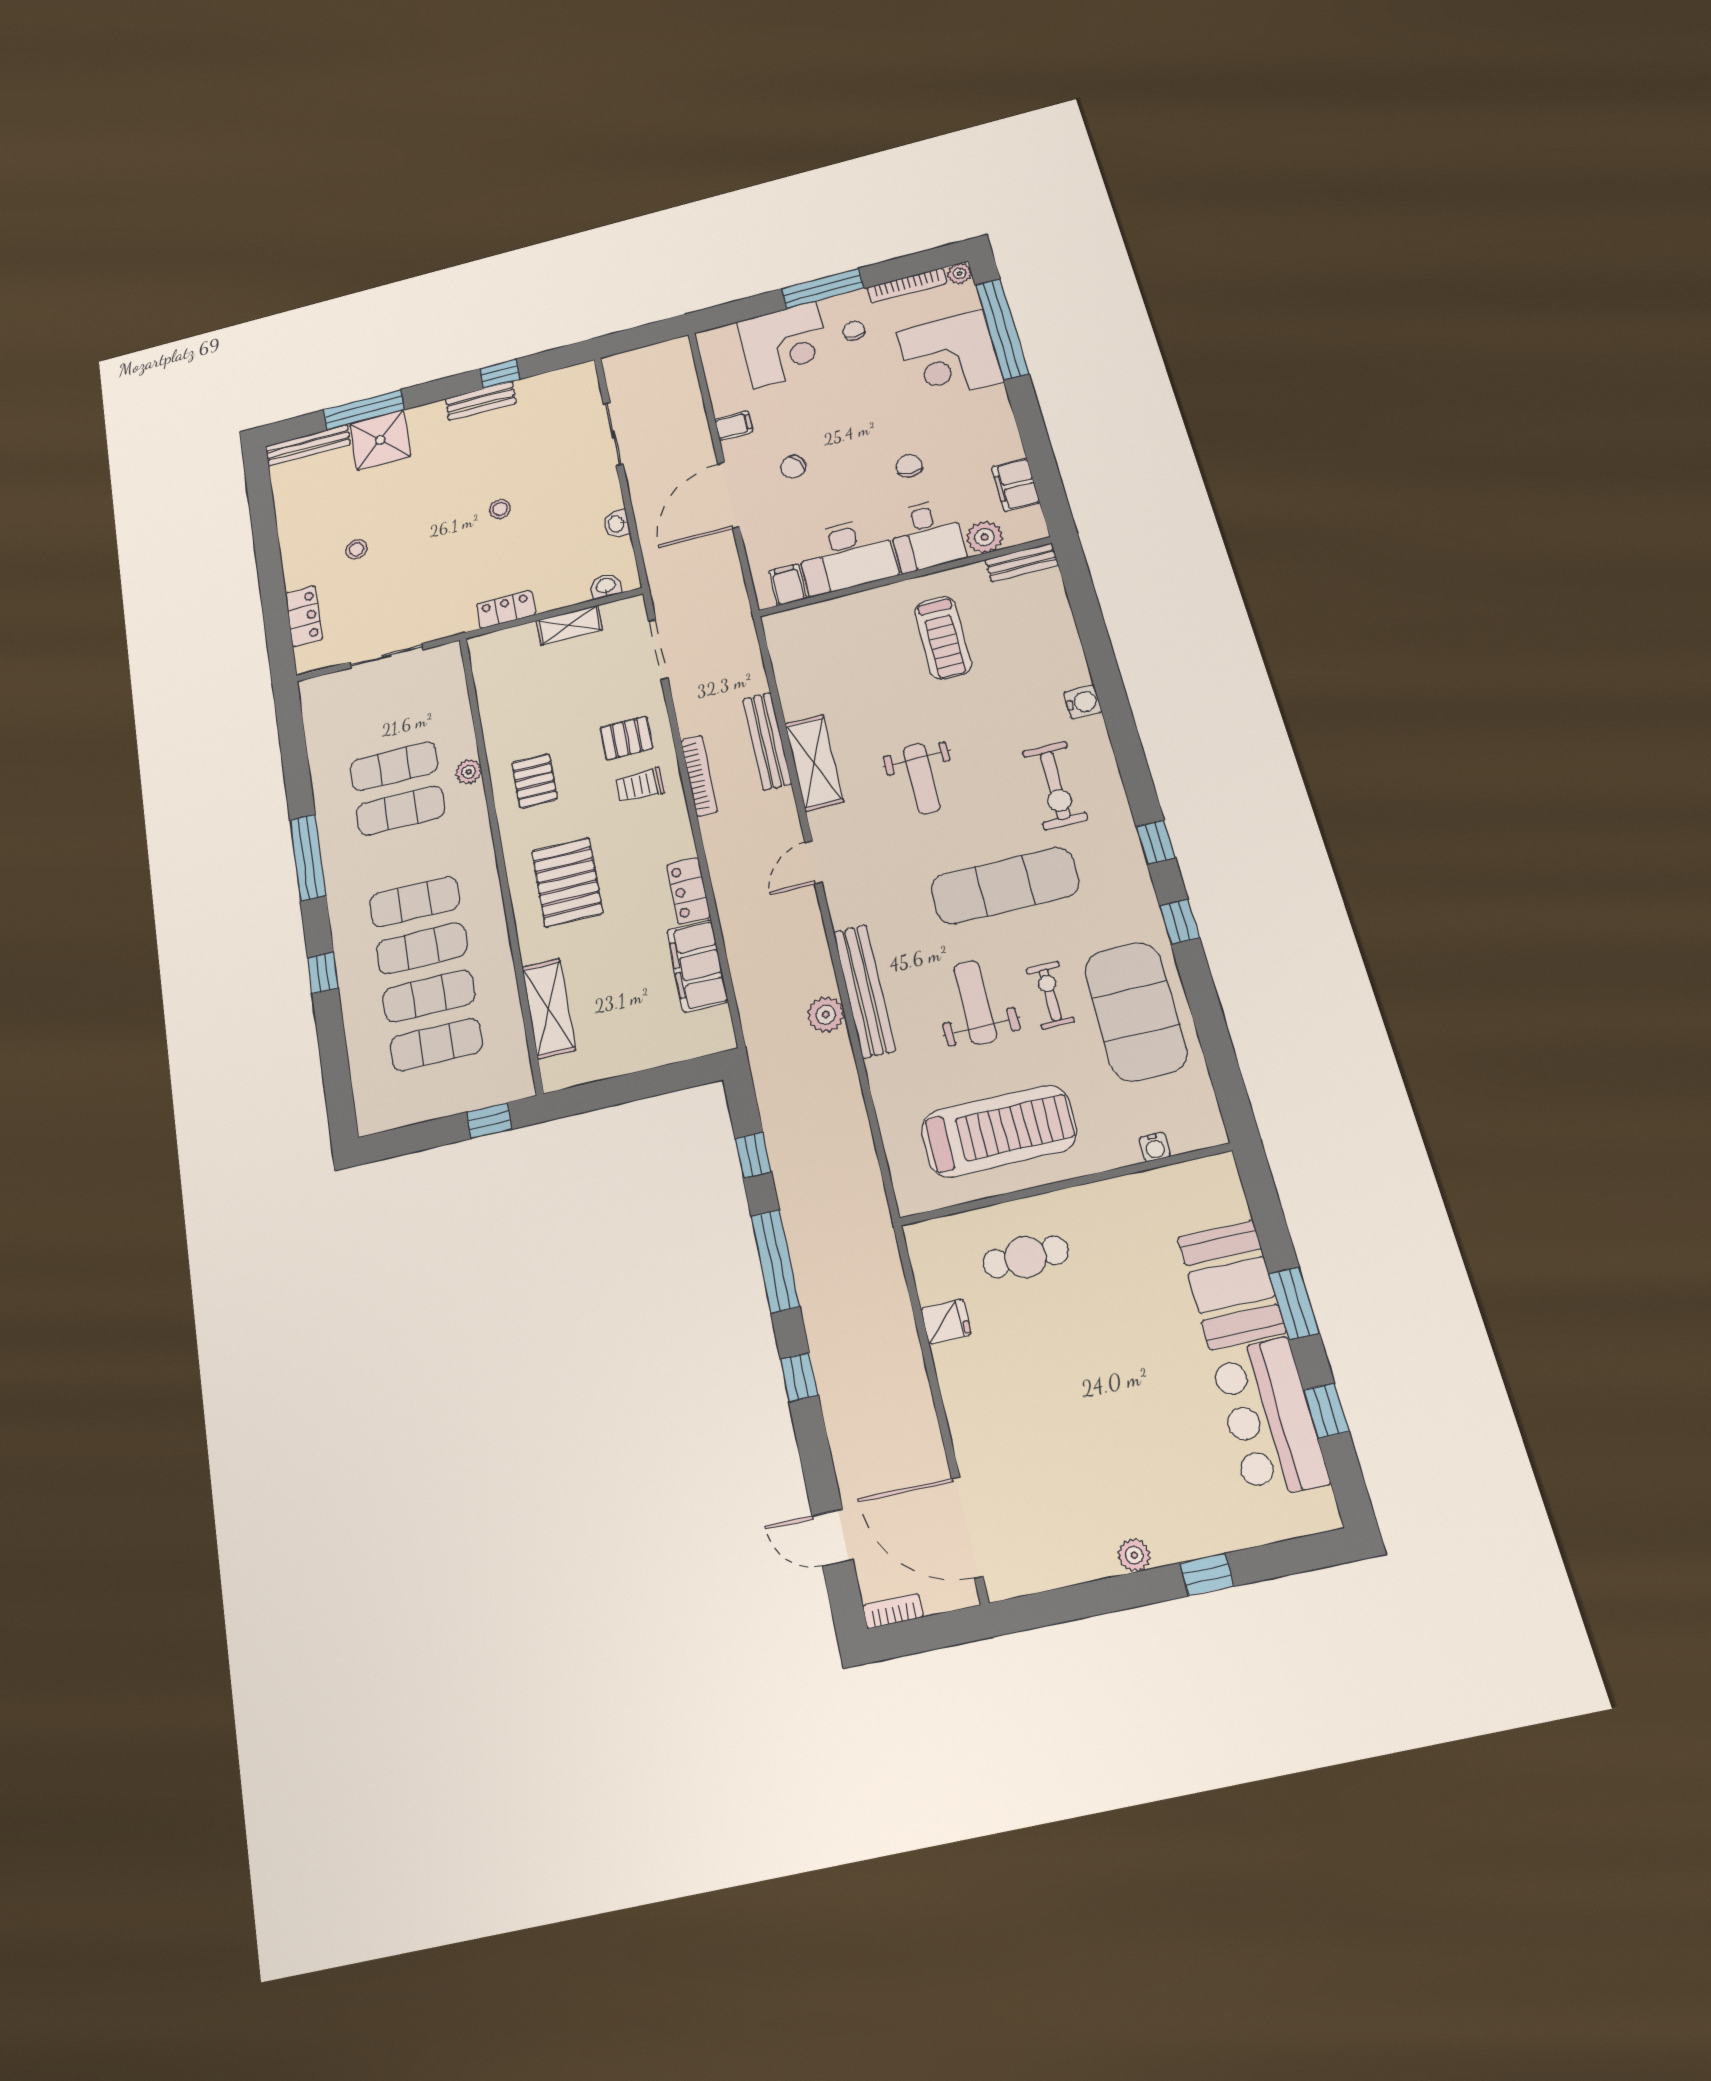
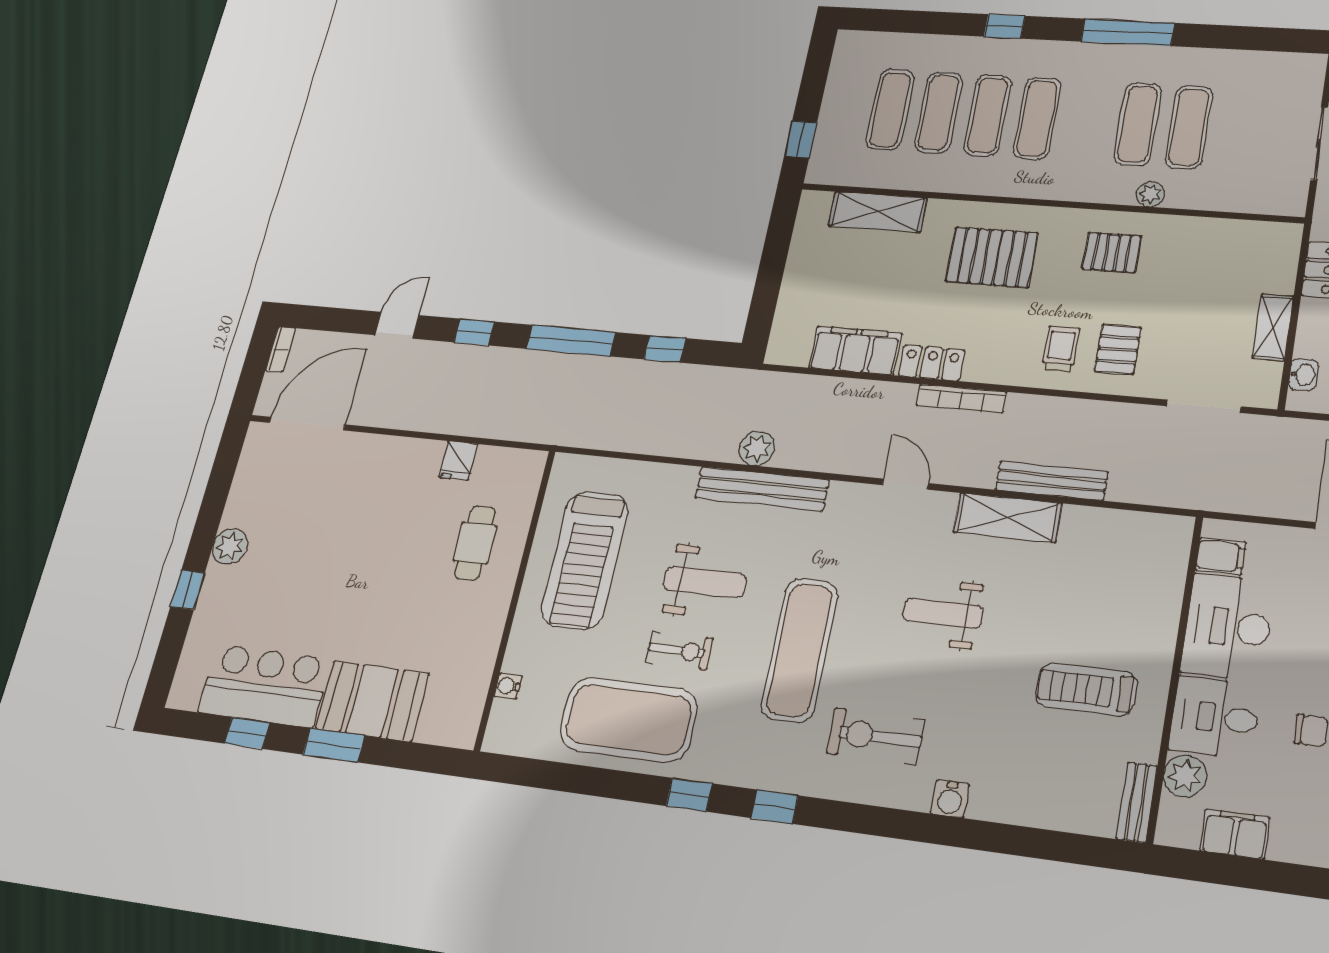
bookcase: (699, 776) -> (961, 399), moved
door: (832, 1538) -> (397, 325), moved
plant: (1134, 1555) -> (230, 546), width x1.38, depth x1.38

